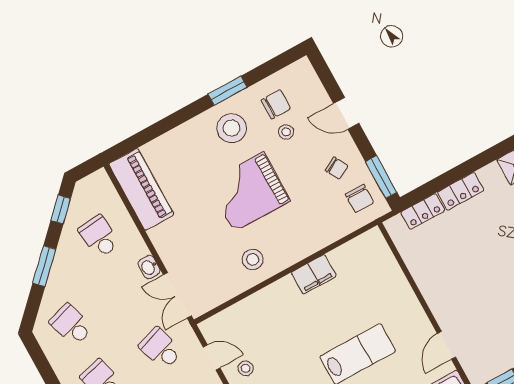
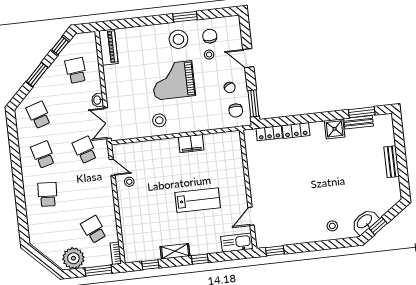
chair: (276, 104) -> (210, 36), turned -90
piano: (141, 189) -> (108, 47), width x0.73, depth x0.75

